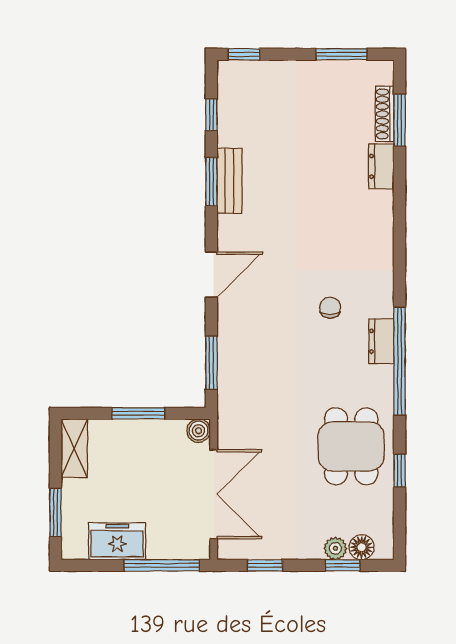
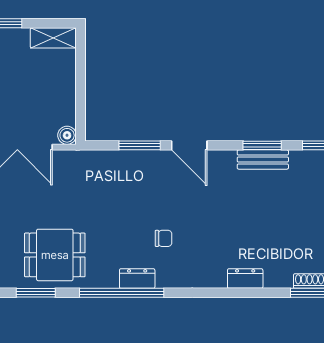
dresser: (381, 166) -> (245, 279), moved
window: (211, 363) -> (140, 145), moved
window: (138, 413) -> (81, 88), removed
window: (400, 471) -> (36, 293), width x1.50

